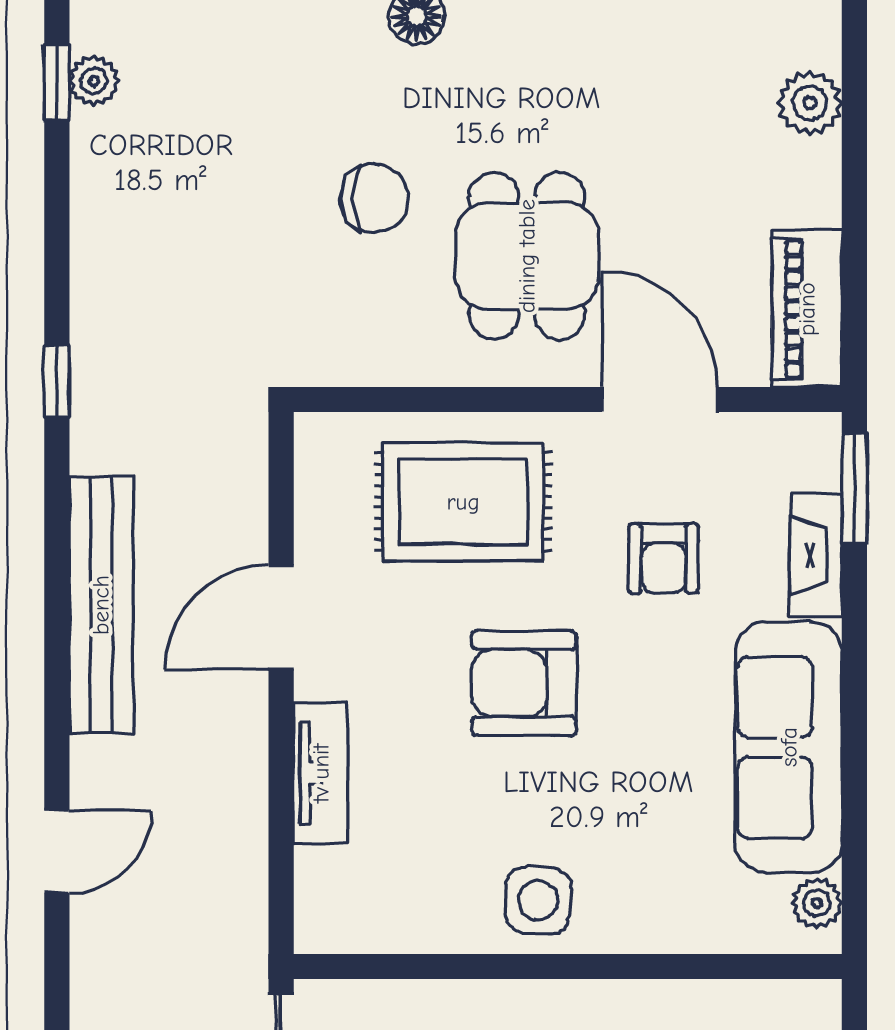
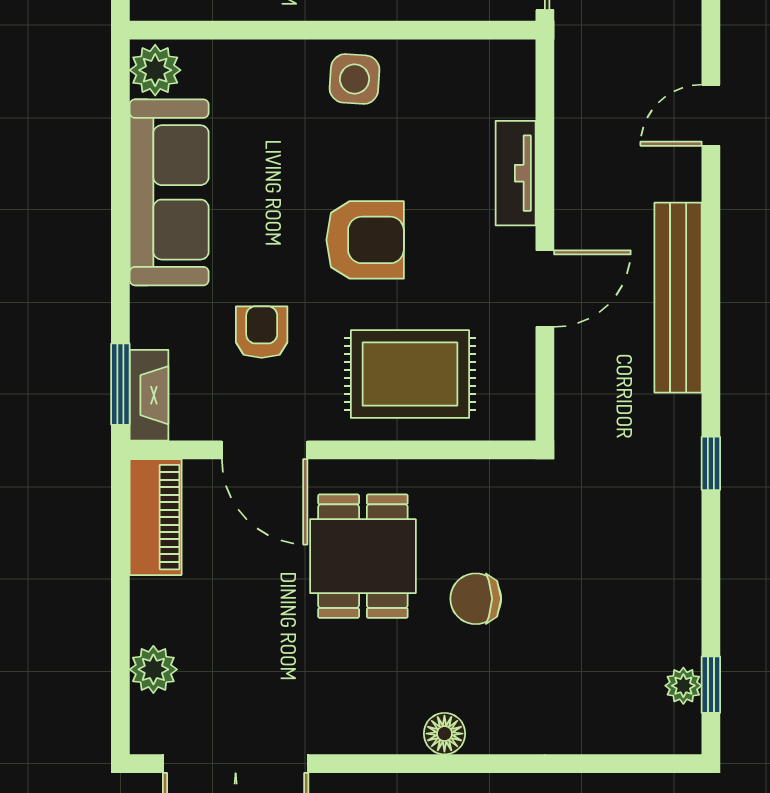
fireplace: (816, 555) -> (149, 395), moved
plant: (817, 903) -> (155, 70), width x1.38, depth x1.38

